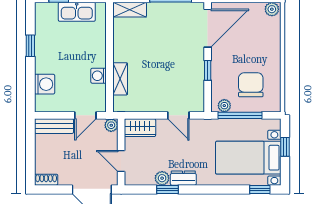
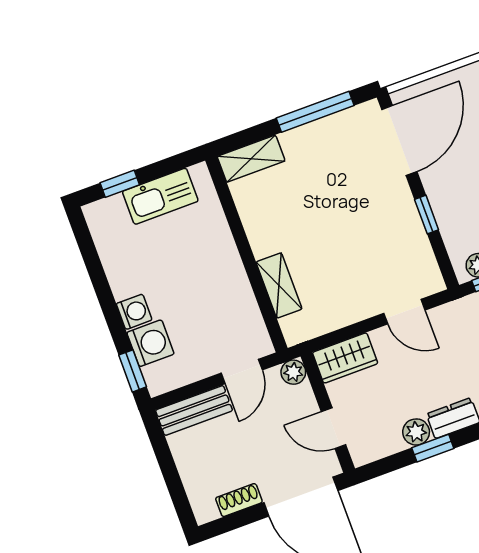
window: (30, 46) -> (133, 371), moved
washing machine: (99, 76) -> (134, 312), moved, turned 180
shoe rack: (46, 180) -> (239, 500), moved

